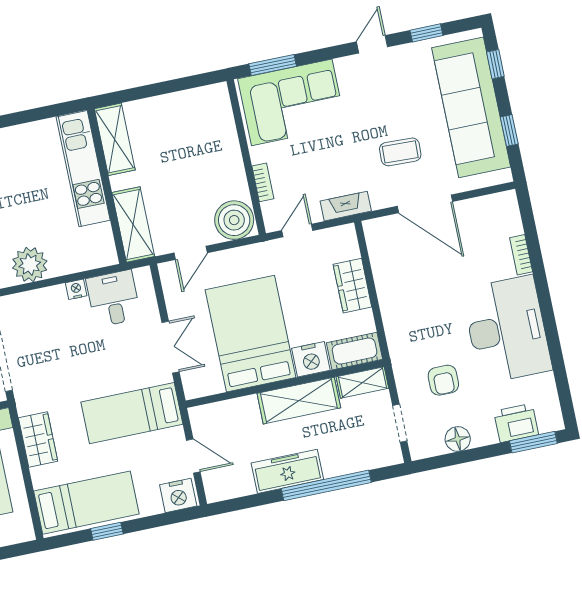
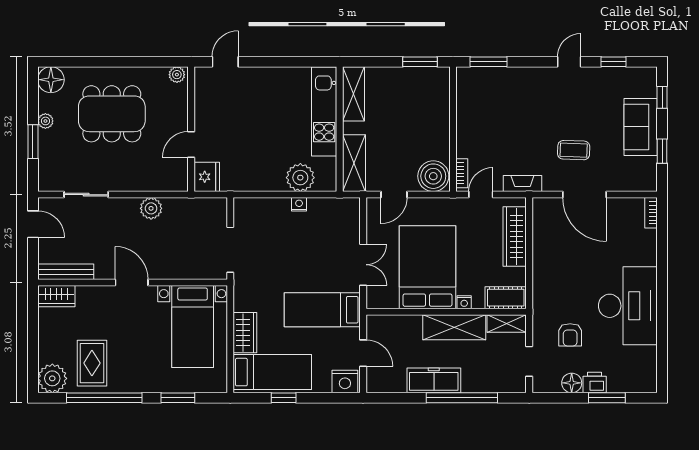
window: (188, 83) -> (420, 62), added
corner sofa: (292, 102) -> (497, 94), removed
sofa: (471, 107) -> (641, 127), width x0.54, depth x0.79
bookcase: (263, 182) -> (462, 173), moved
bookcase: (521, 255) -> (651, 213), moved
plant: (30, 265) -> (300, 178), moved
wardrobe: (352, 286) -> (515, 237), width x1.50
desk: (113, 298) -> (327, 218), removed
nightstand: (311, 359) -> (464, 302), width x0.53, depth x0.56
printer: (516, 423) -> (595, 382), moved, width x0.73, depth x0.81
wardrobe: (38, 440) -> (245, 333), moved
window: (533, 442) -> (607, 398), moved

